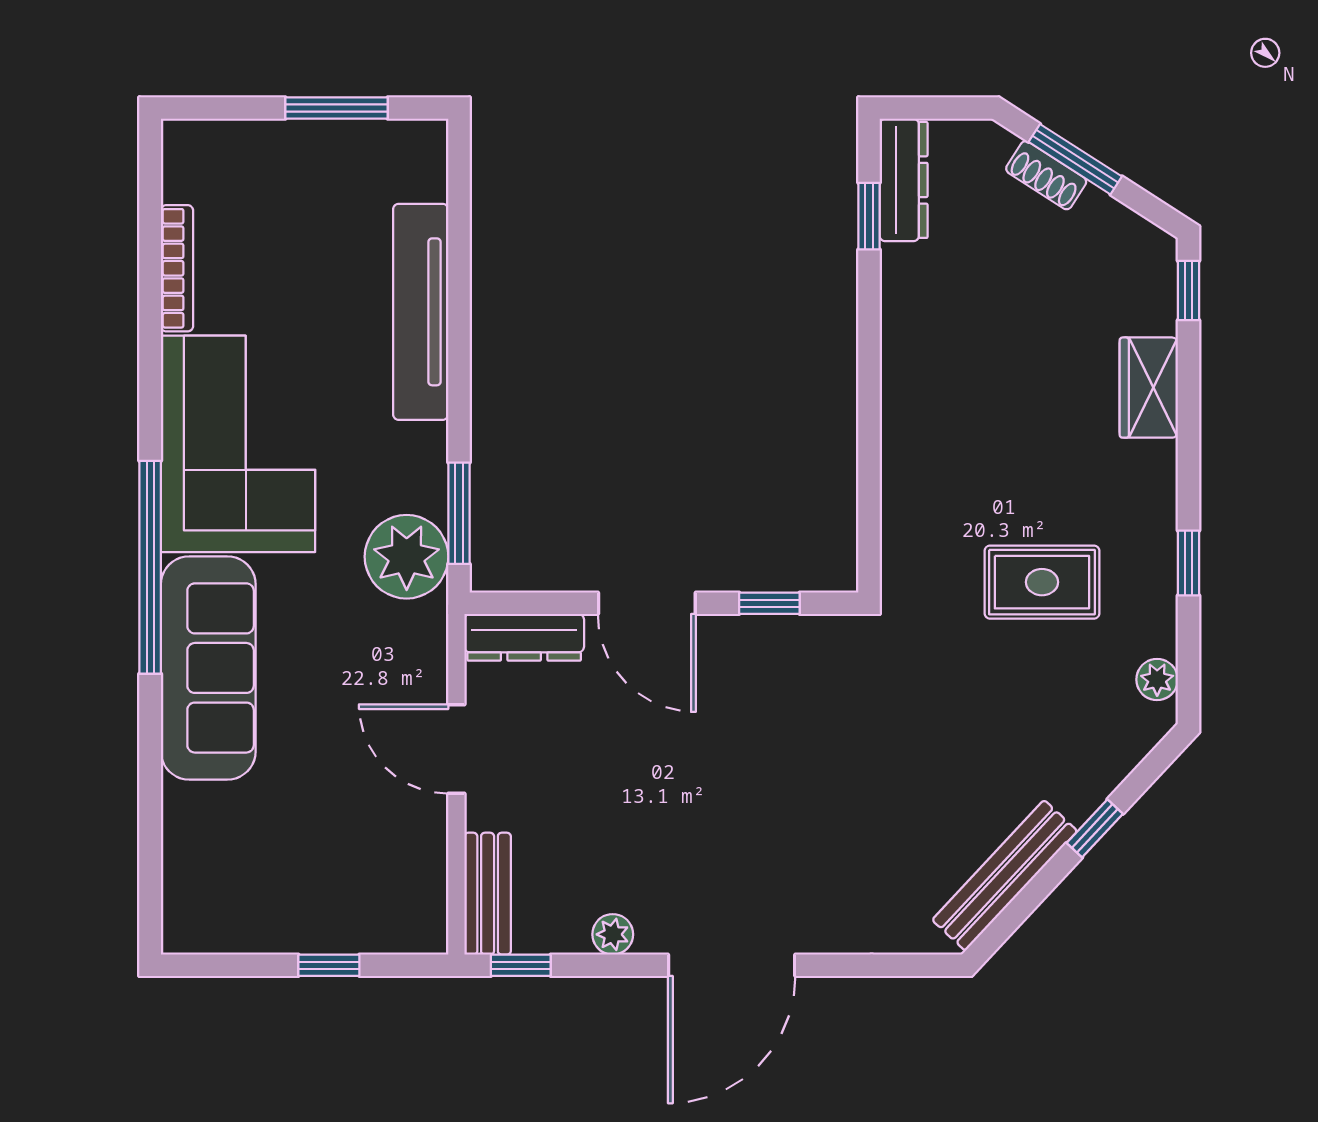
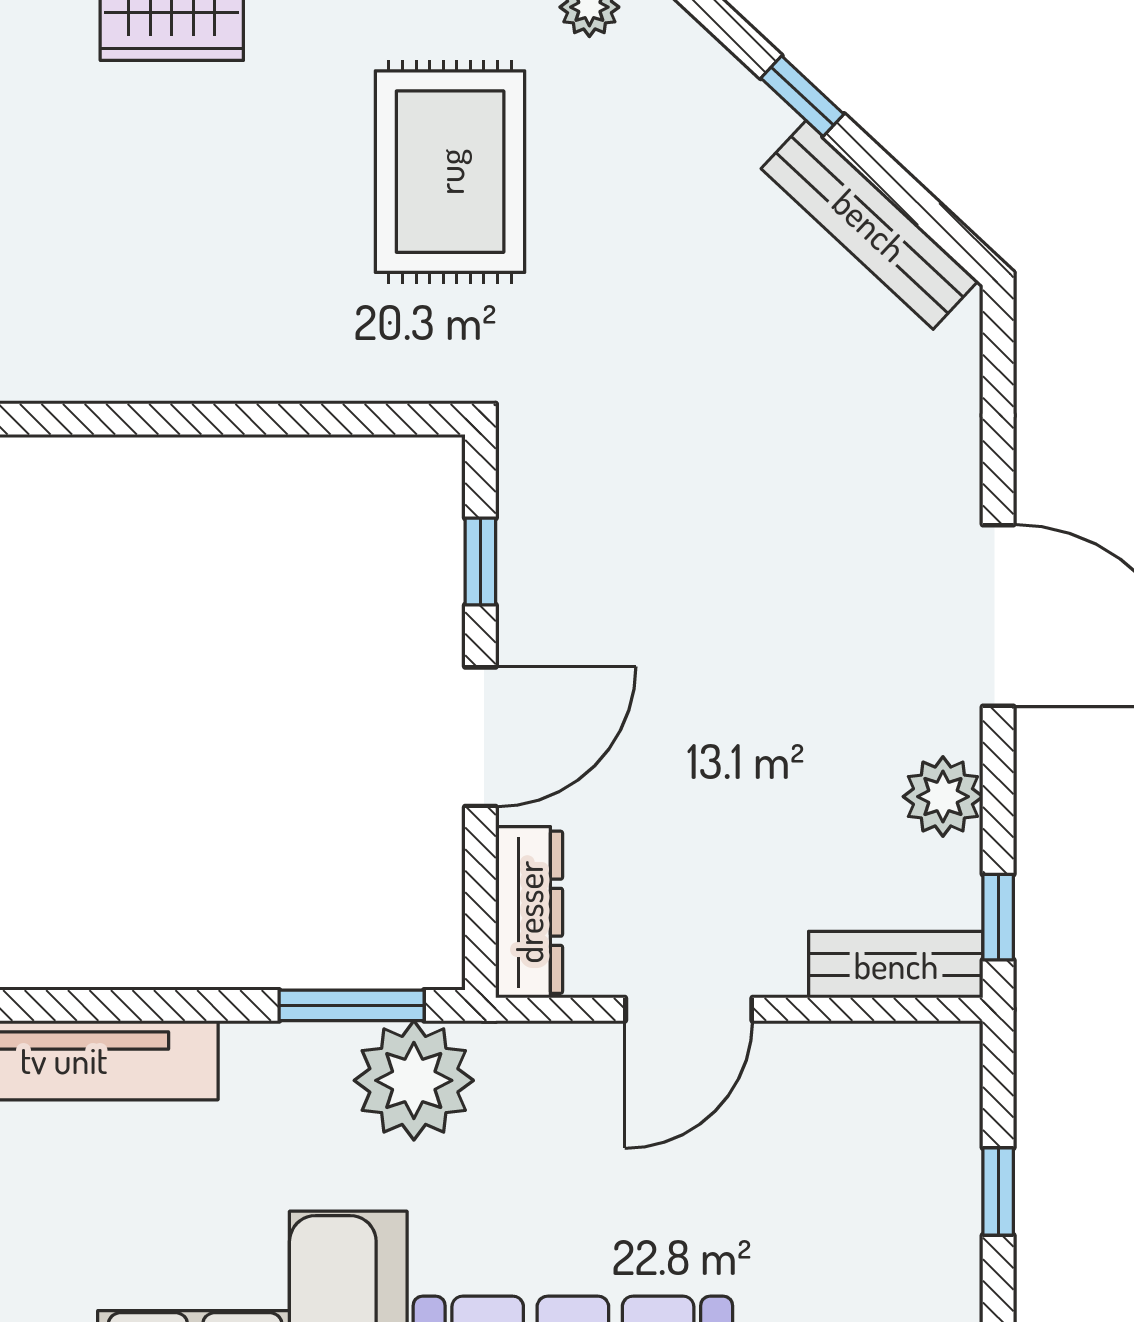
rug: (1042, 582) -> (450, 172), width x1.36, depth x1.43
plant: (613, 934) -> (943, 797), width x1.38, depth x1.38

